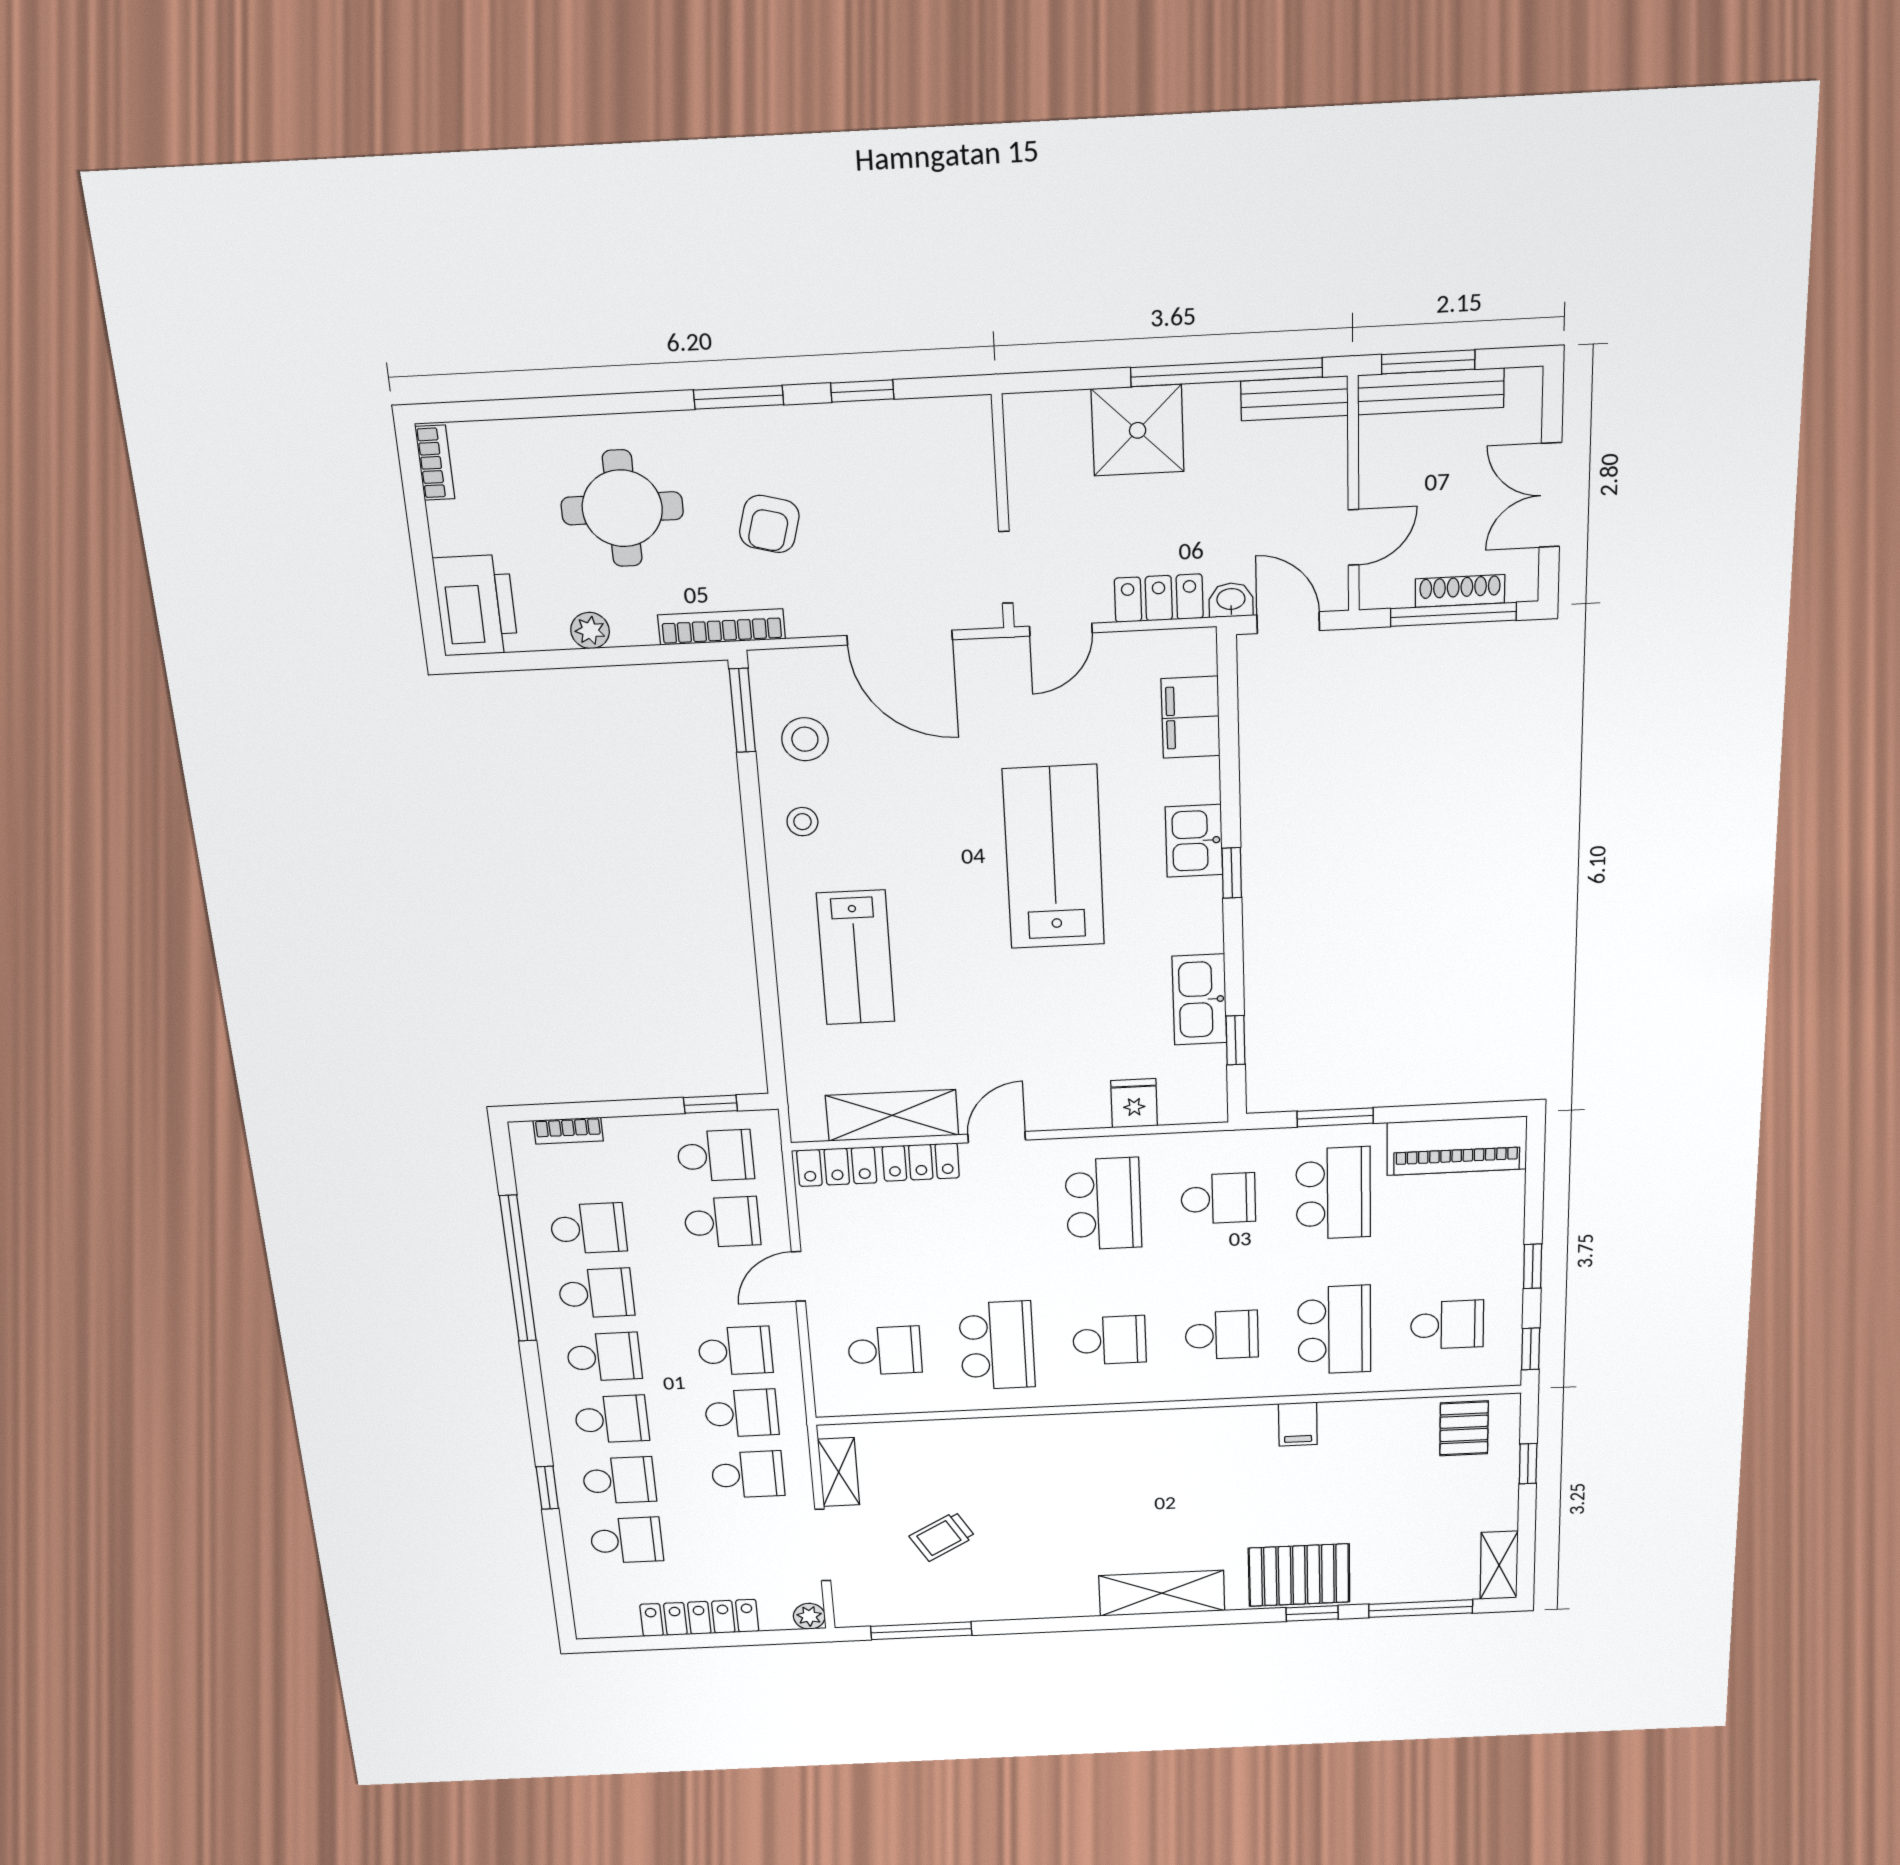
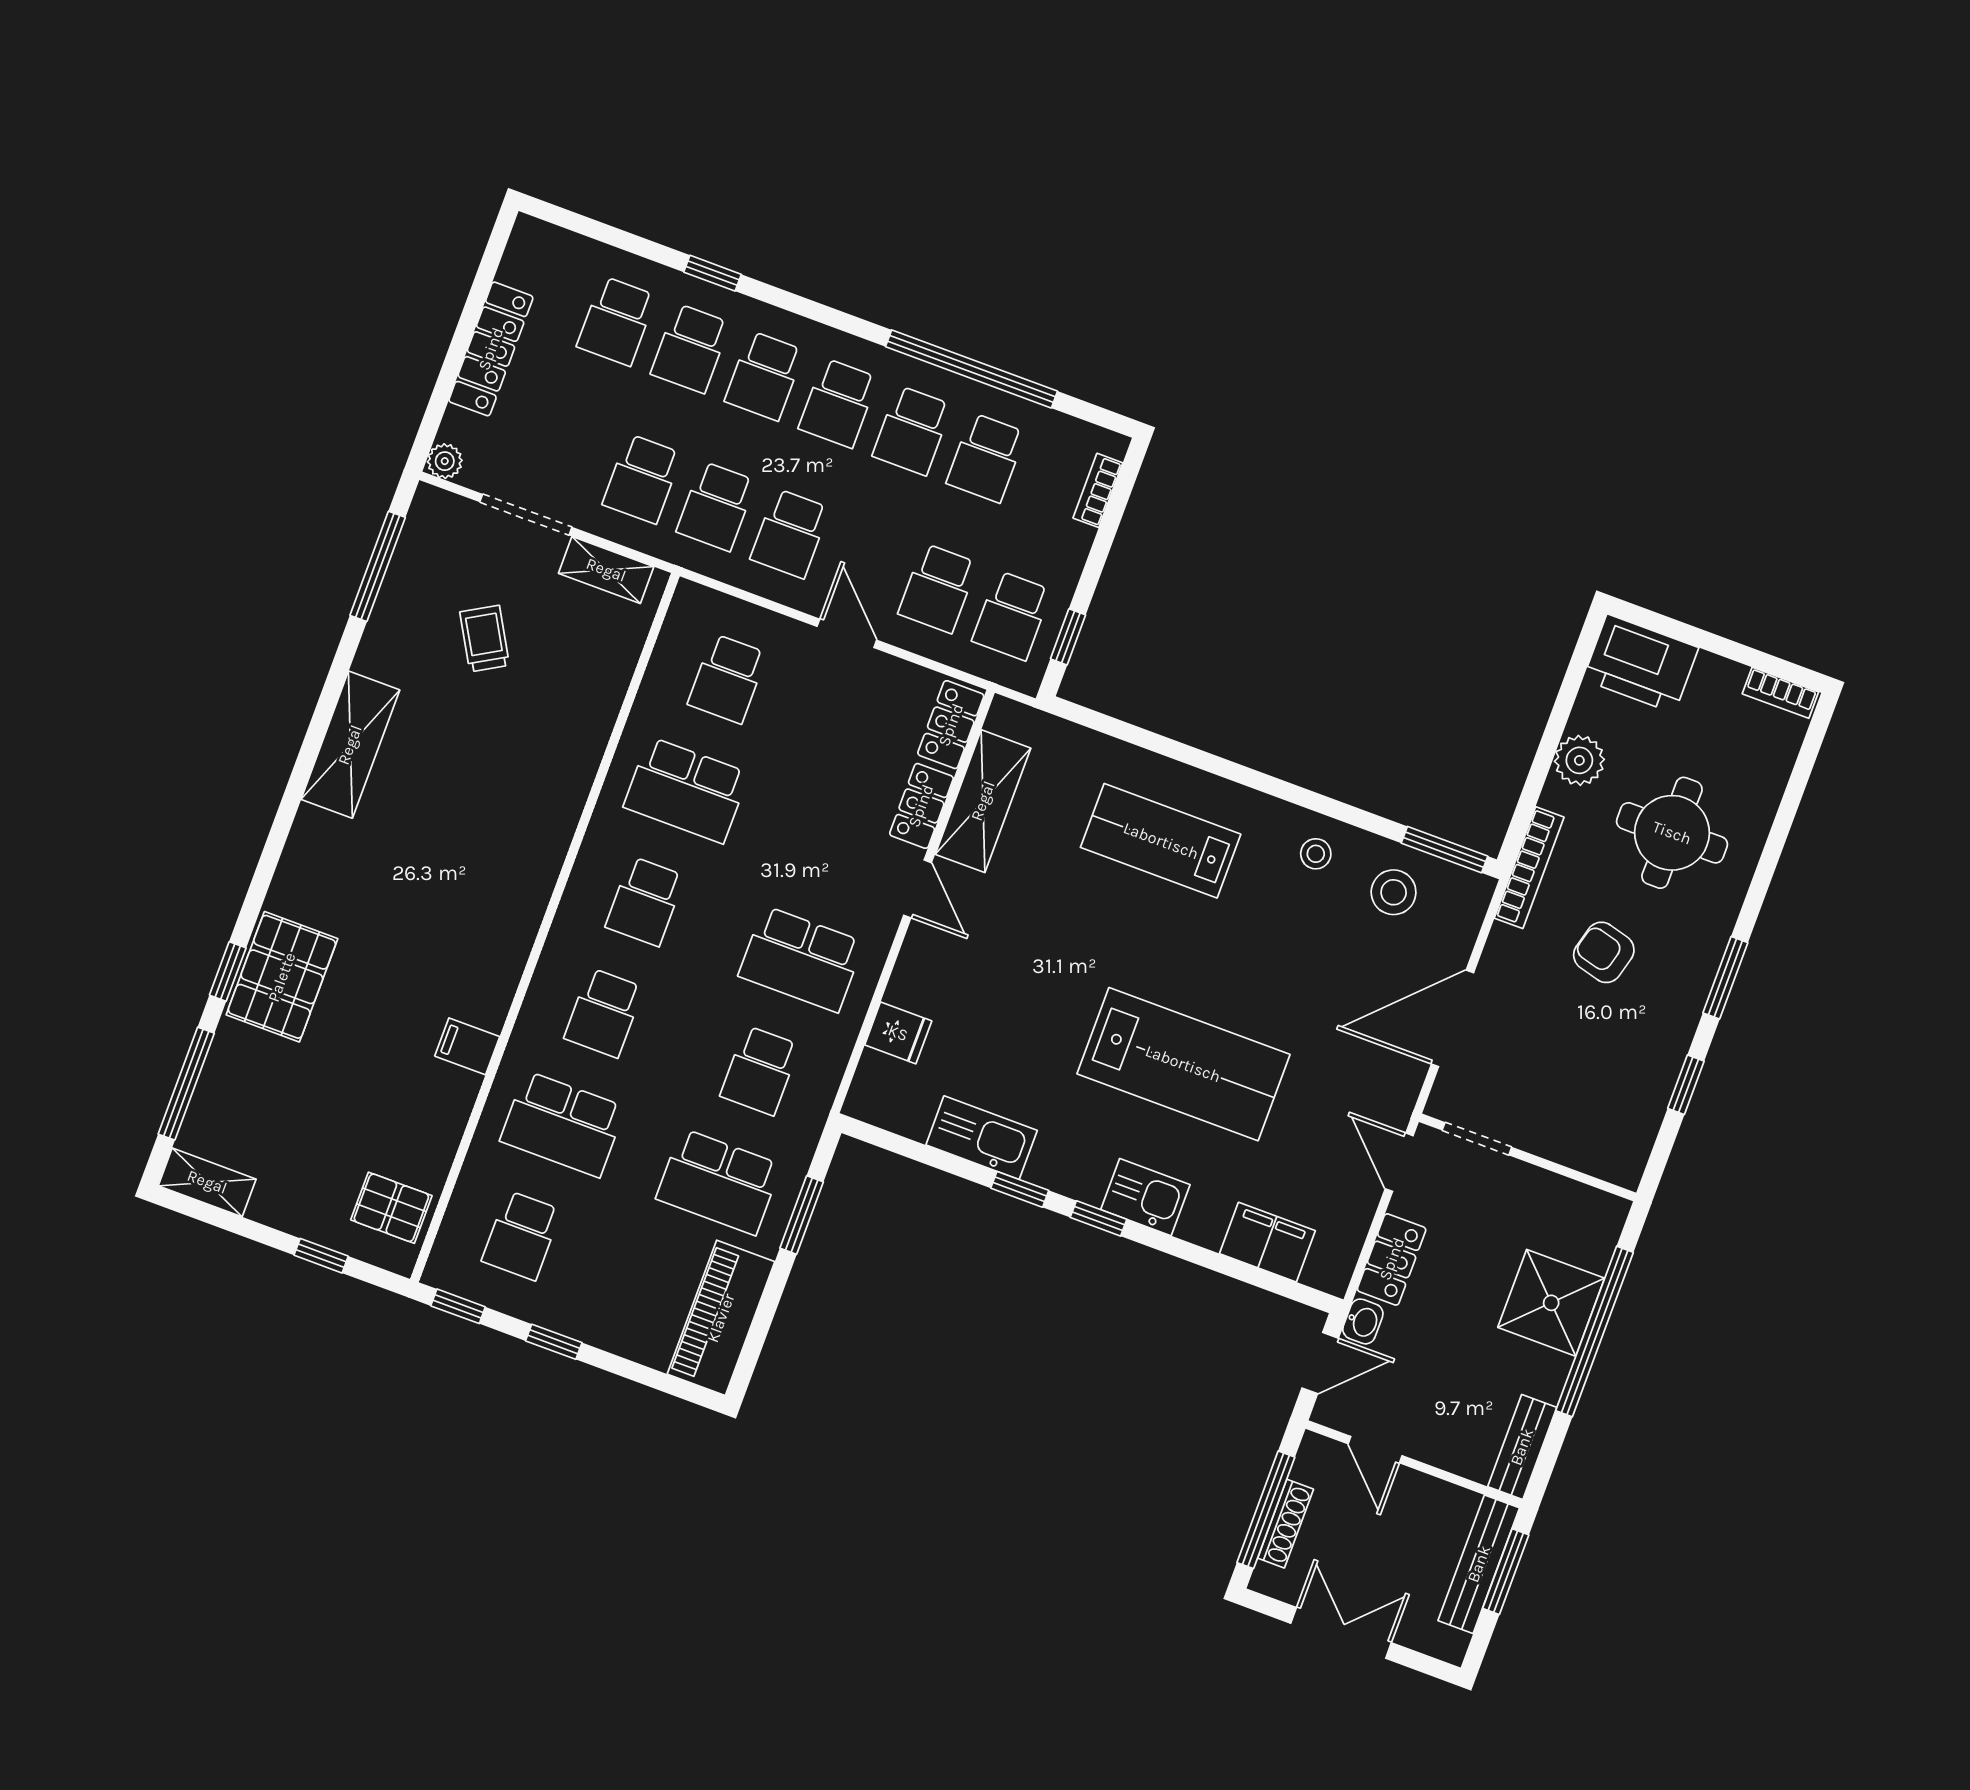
window: (1227, 372) -> (1595, 1332), moved
plant: (590, 631) -> (1579, 760), width x1.38, depth x1.38
window: (1235, 1040) -> (1020, 1189), moved
shelving: (1162, 1593) -> (350, 745), moved

